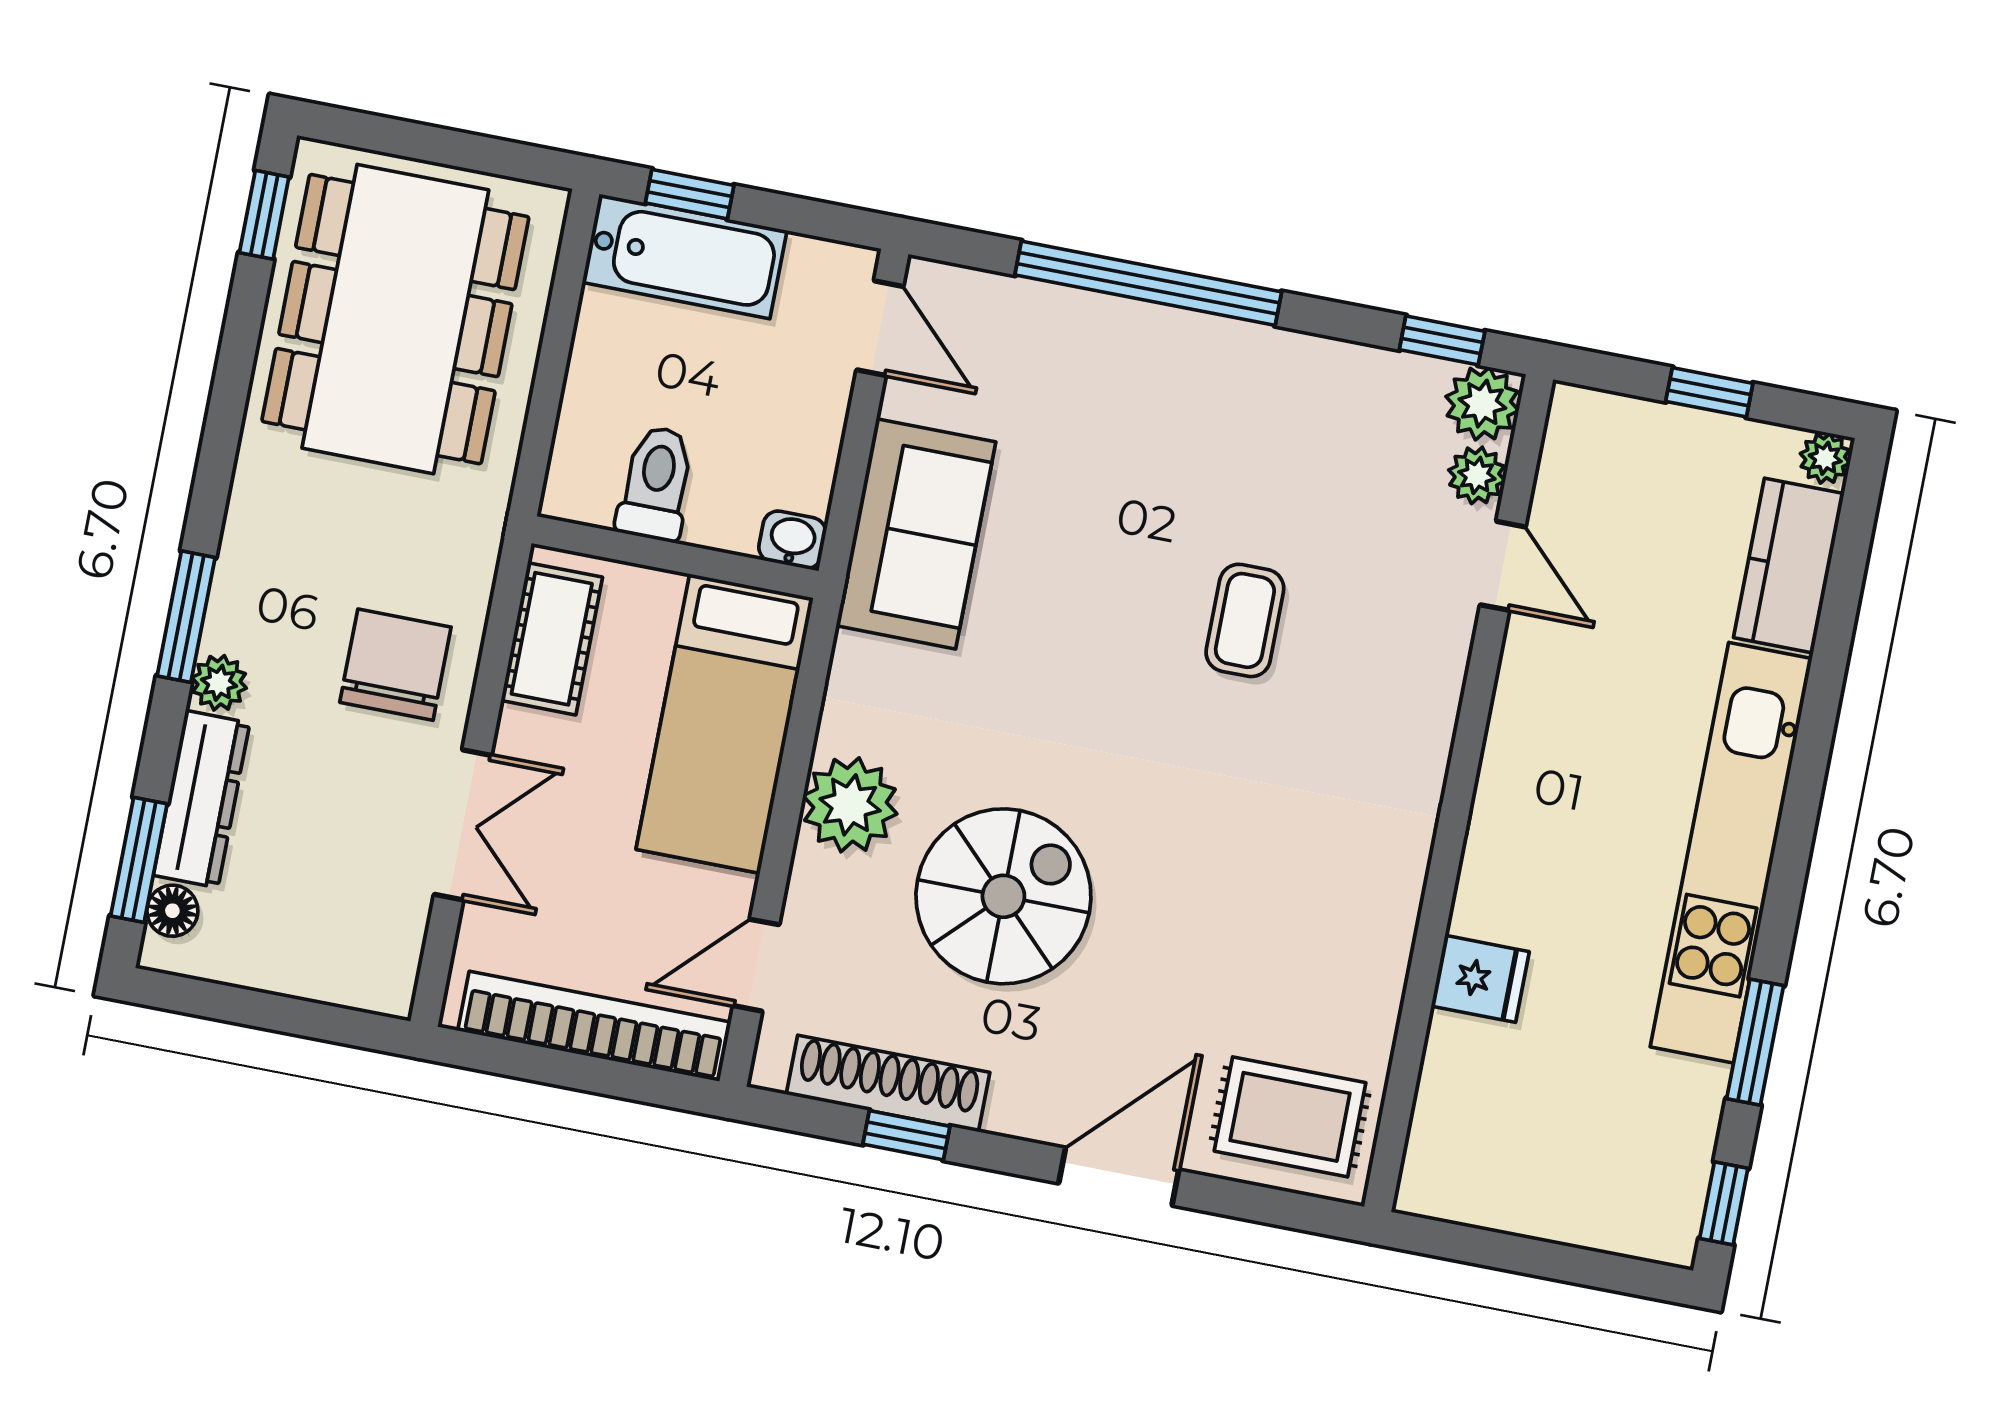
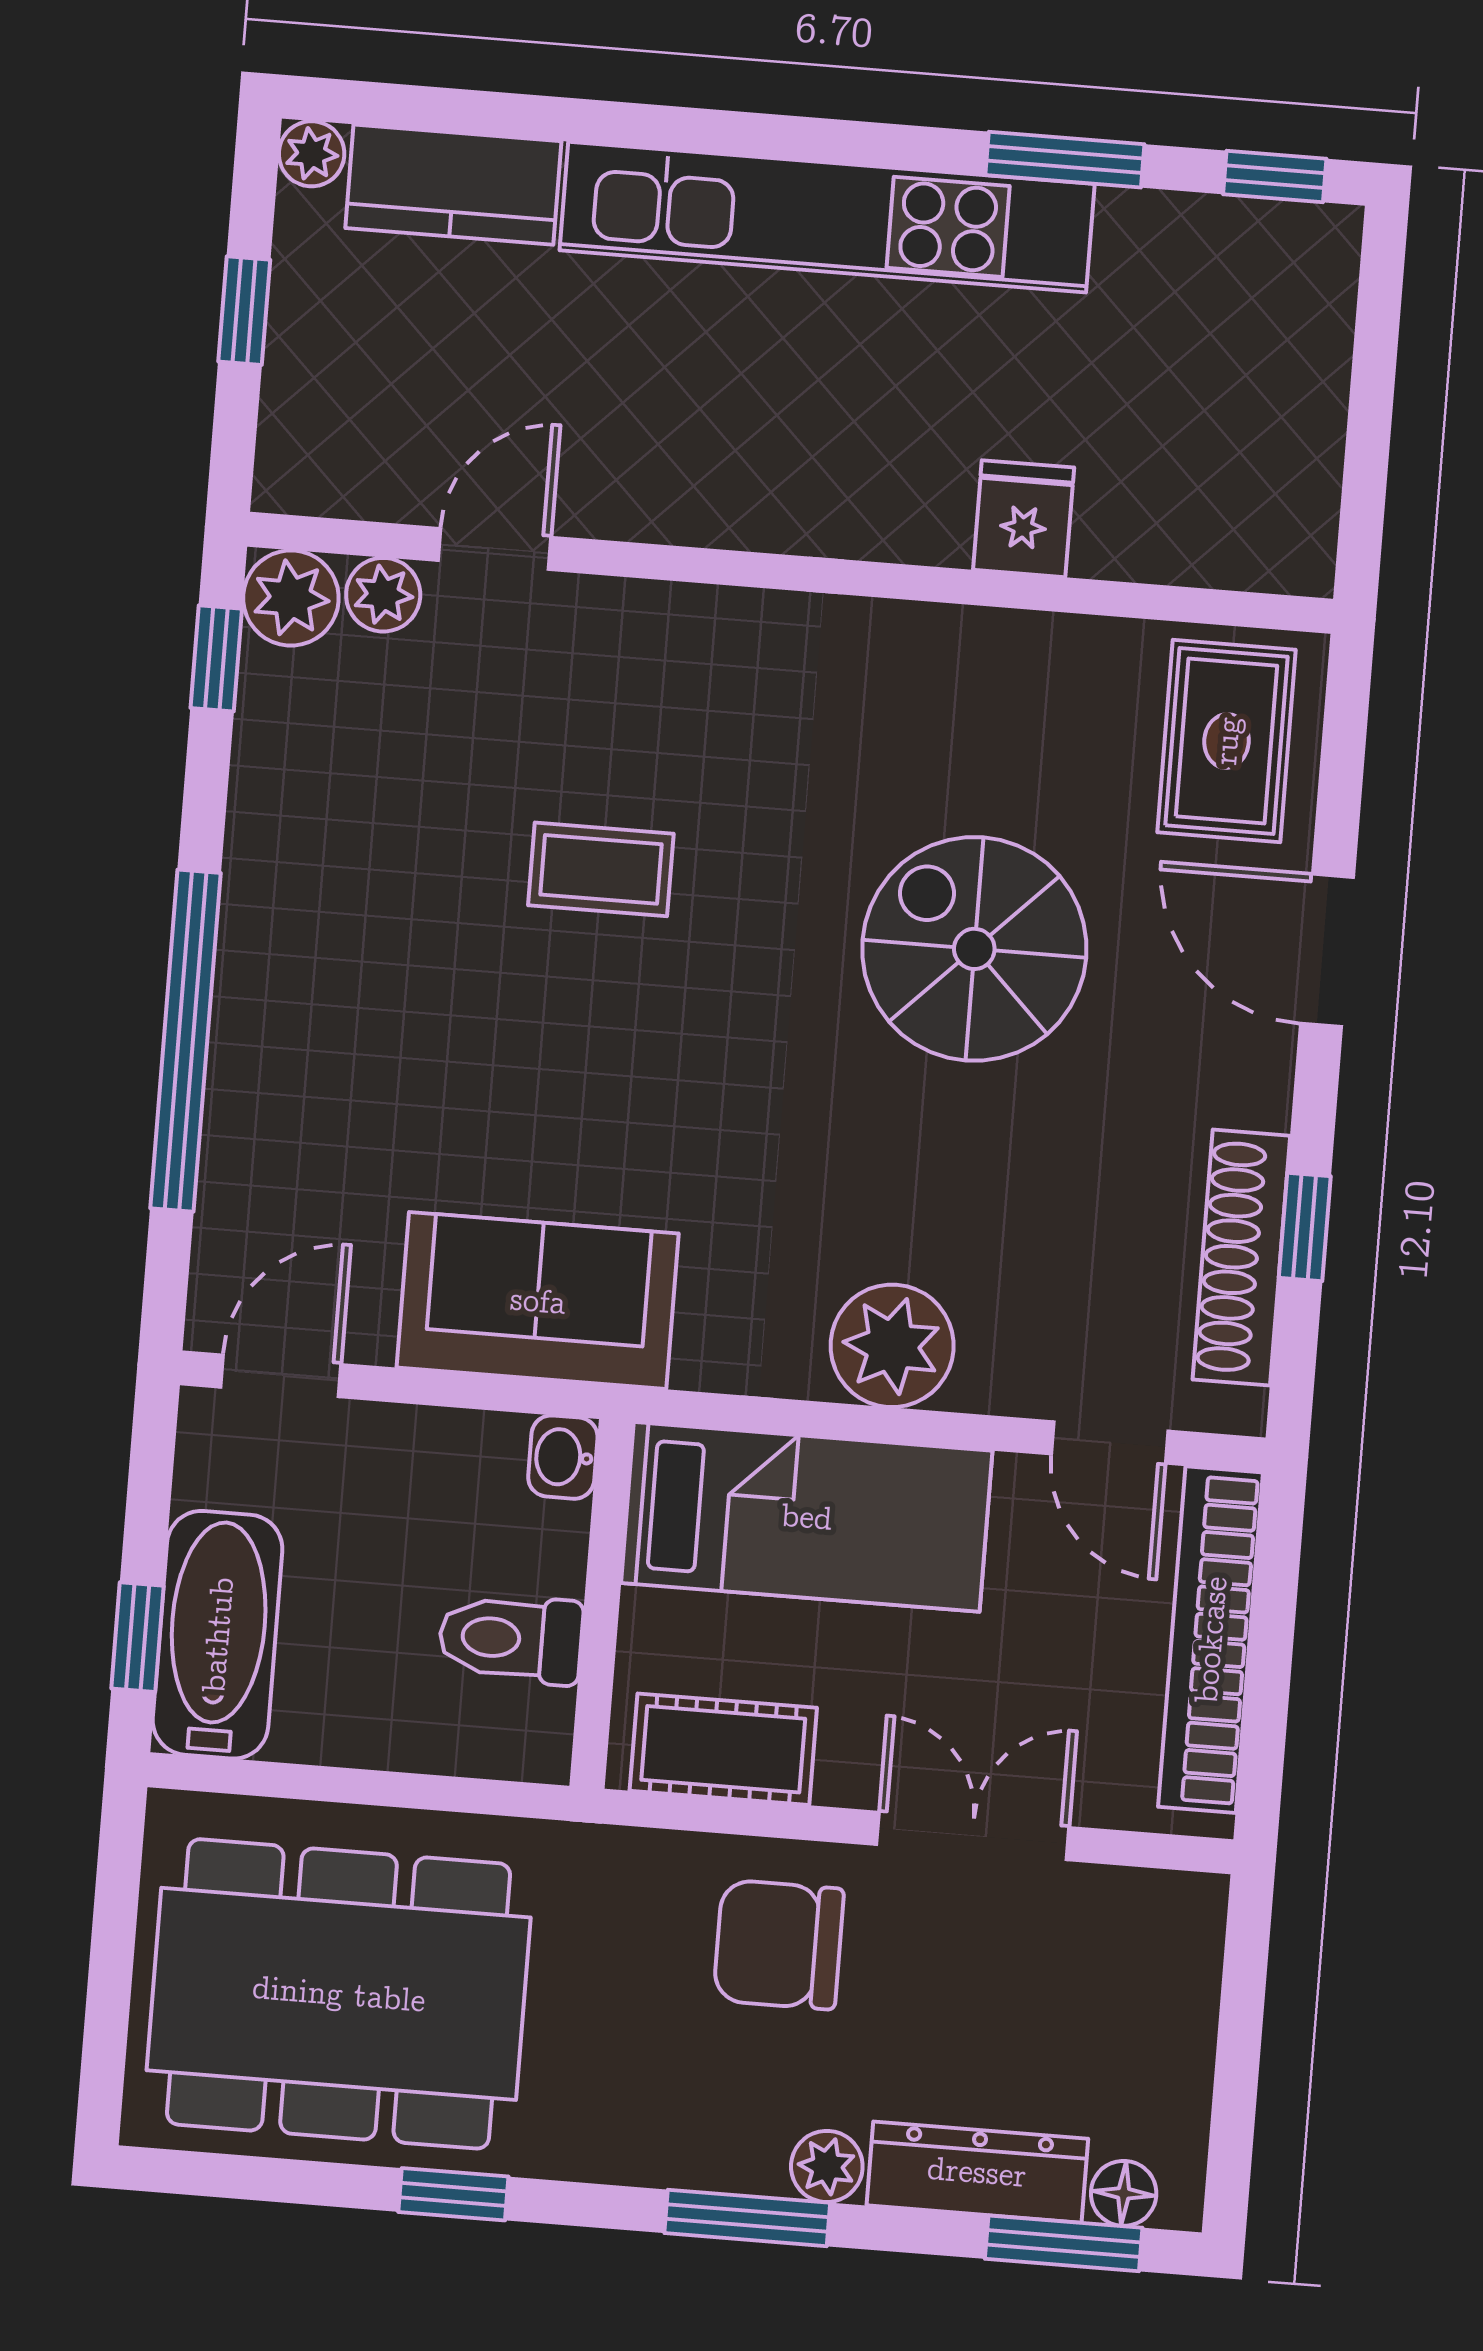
window: (264, 215) -> (453, 2194), moved
spiral stairs: (1003, 896) -> (974, 949), moved

